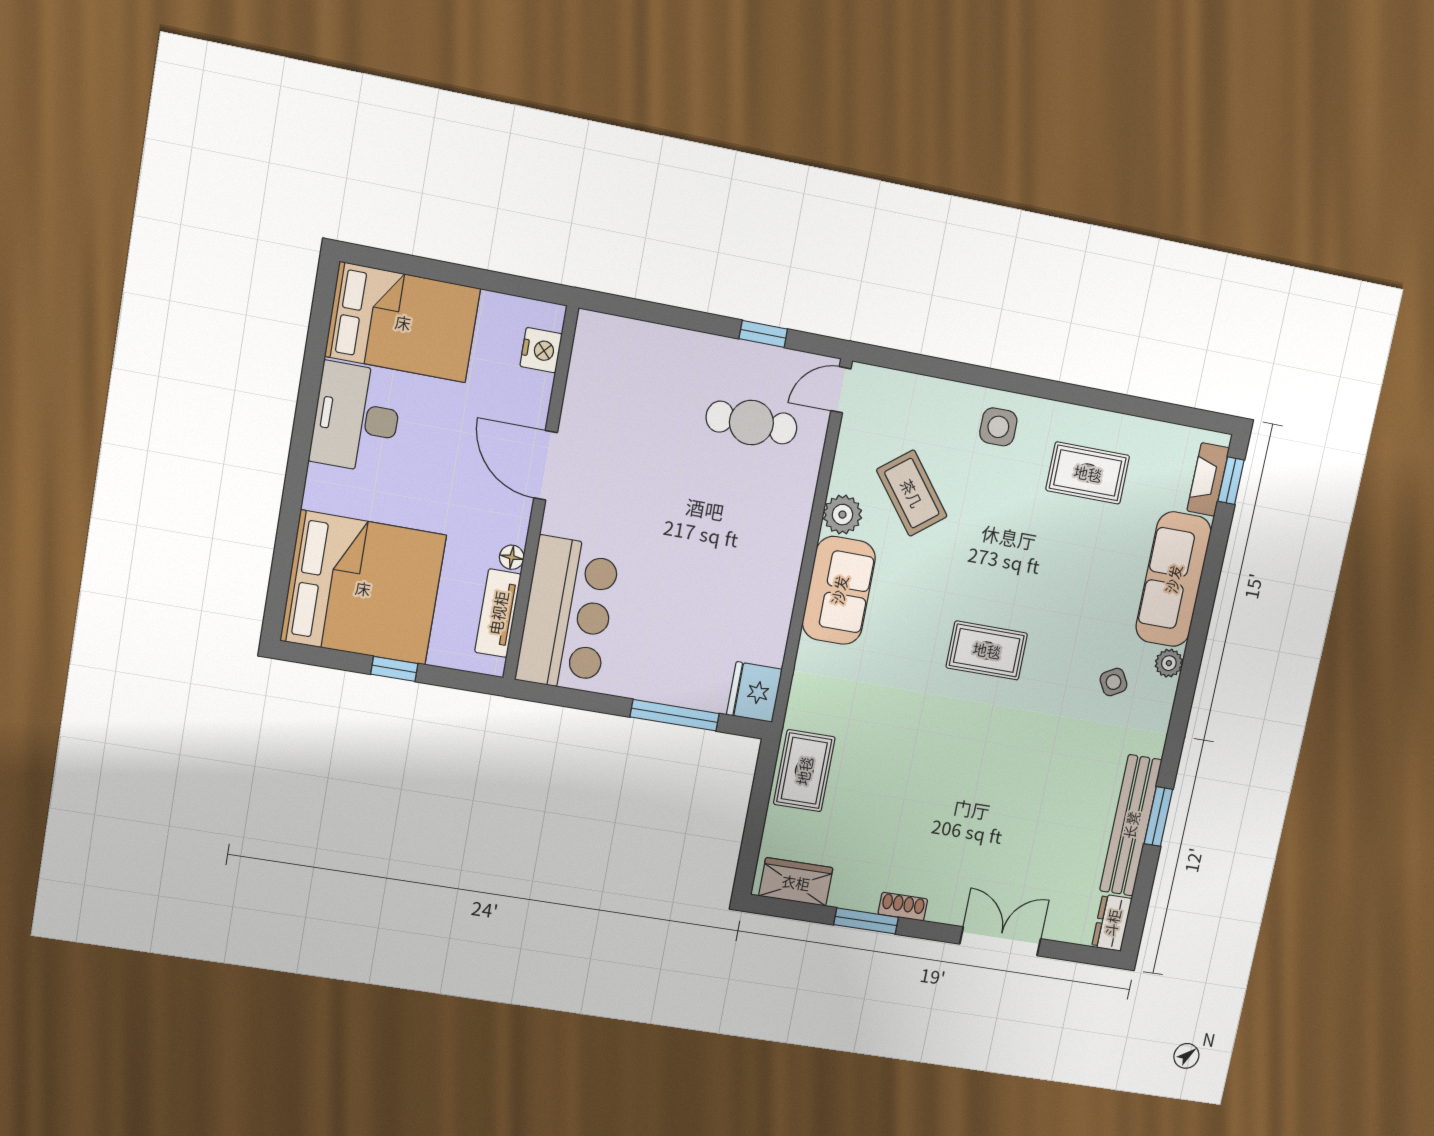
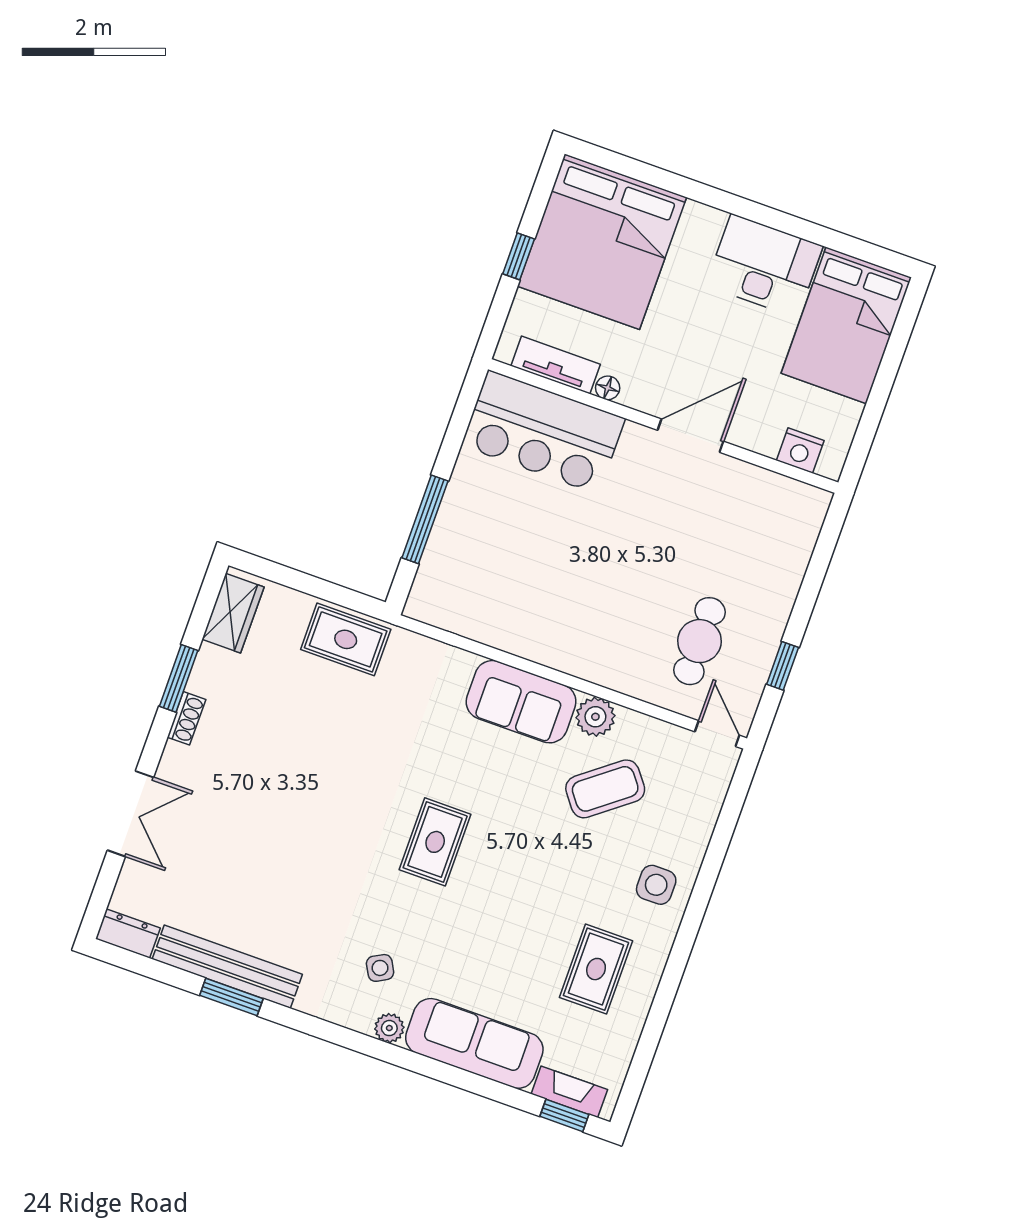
fridge: (754, 692) -> (434, 602), removed

